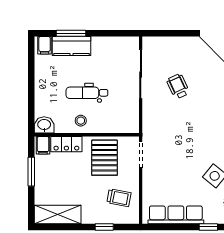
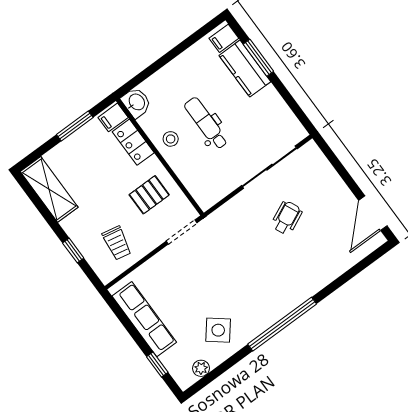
pallet: (104, 158) -> (149, 195), width x0.67, depth x0.71

